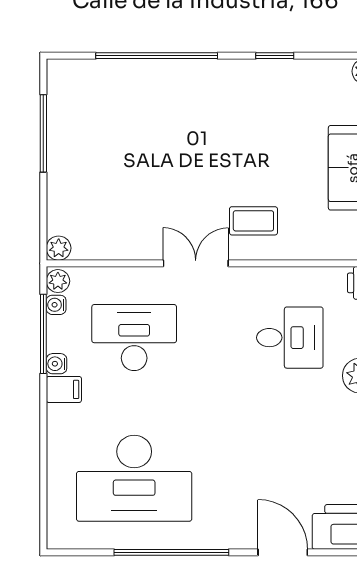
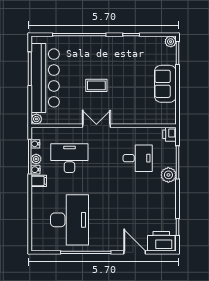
bar counter: (79, 154) -> (45, 78), added
coffee table: (253, 221) -> (96, 85), moved
plant: (58, 281) -> (36, 159), moved
desk: (134, 478) -> (69, 220), turned -90

